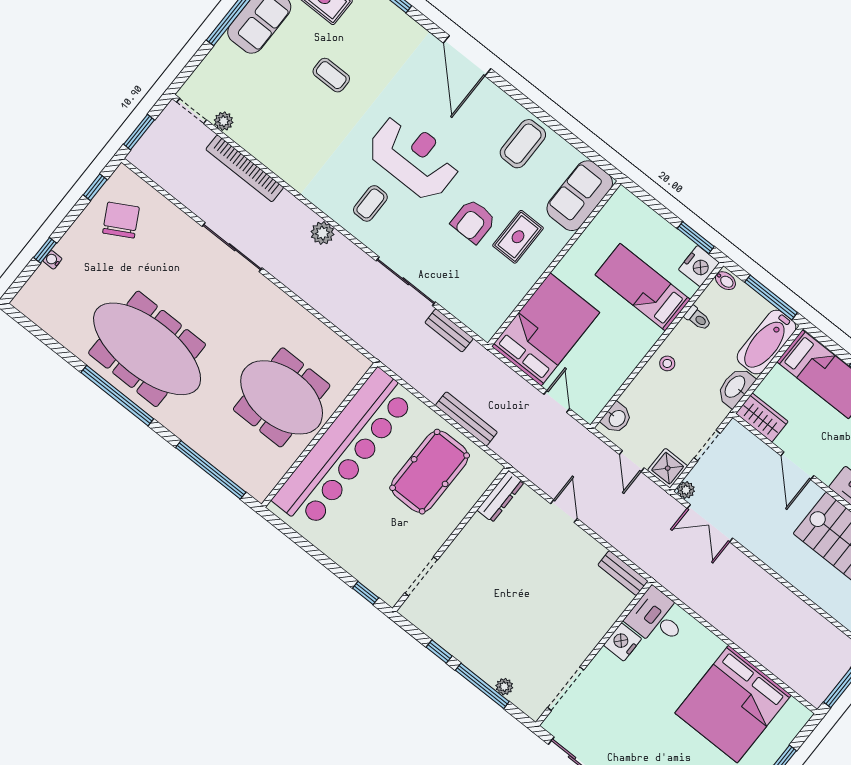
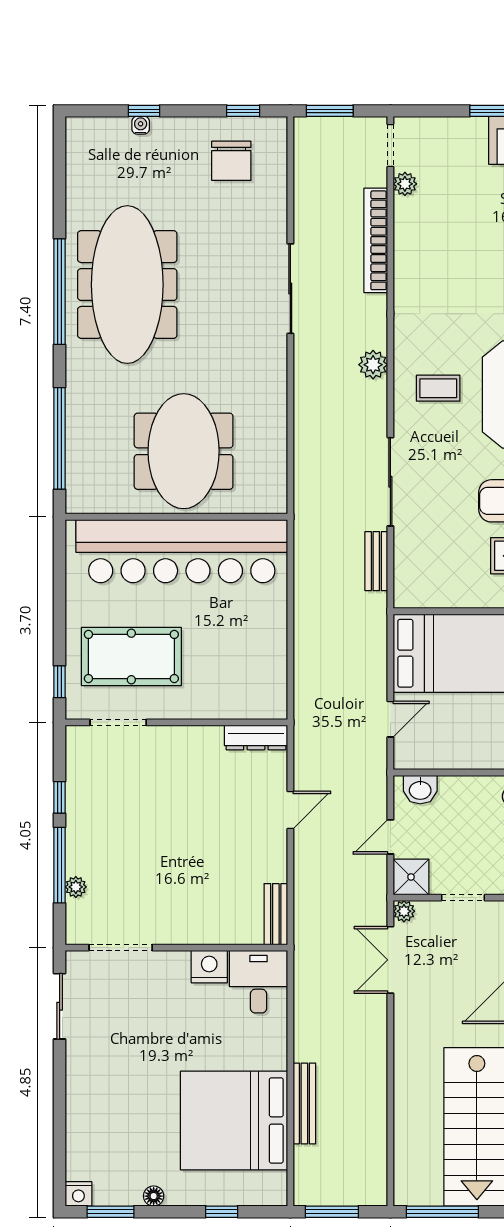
chair: (121, 220) -> (231, 161), turned 119
bench: (466, 419) -> (304, 1103), moved
pool table: (430, 472) -> (131, 656), moved

